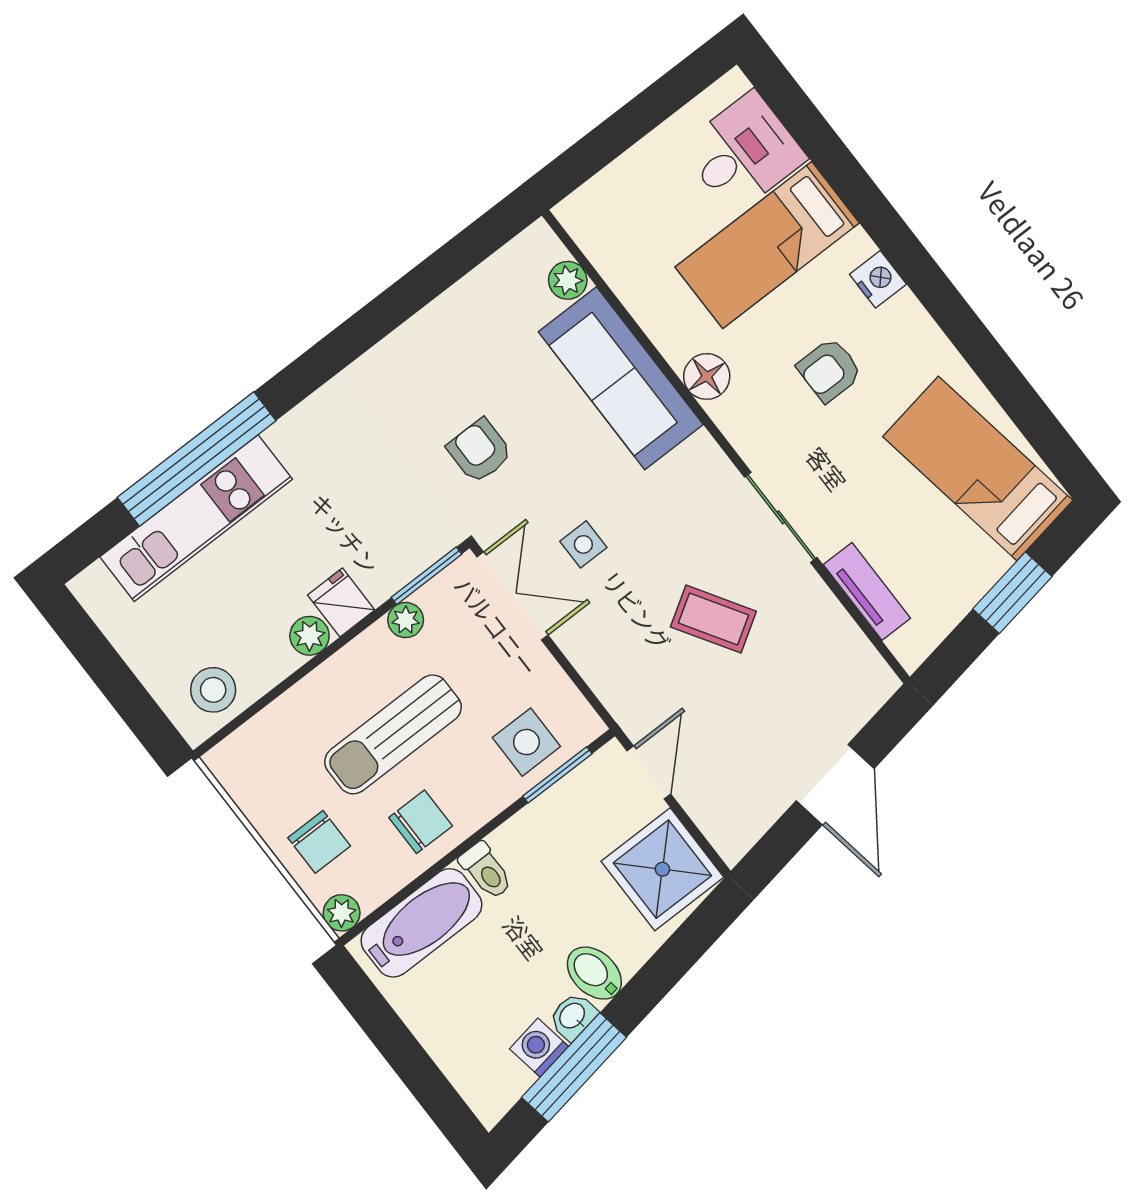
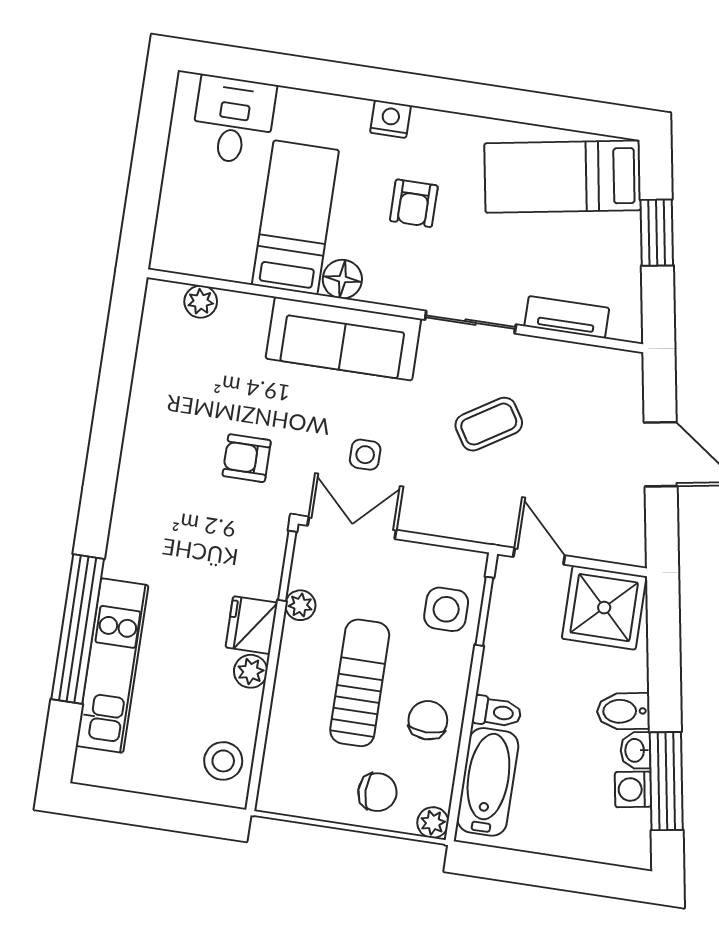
bed: (767, 245) -> (295, 218), moved, turned 180
sofa: (621, 378) -> (343, 339), moved
fridge: (341, 602) -> (252, 625), width x1.38
sun lounger: (393, 734) -> (360, 683), turned 180

